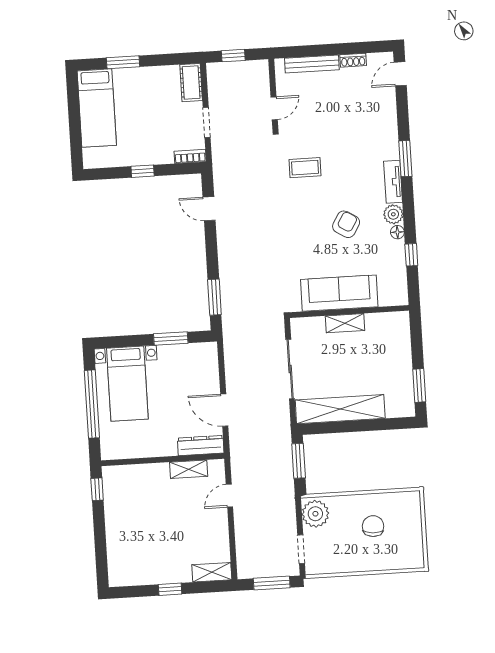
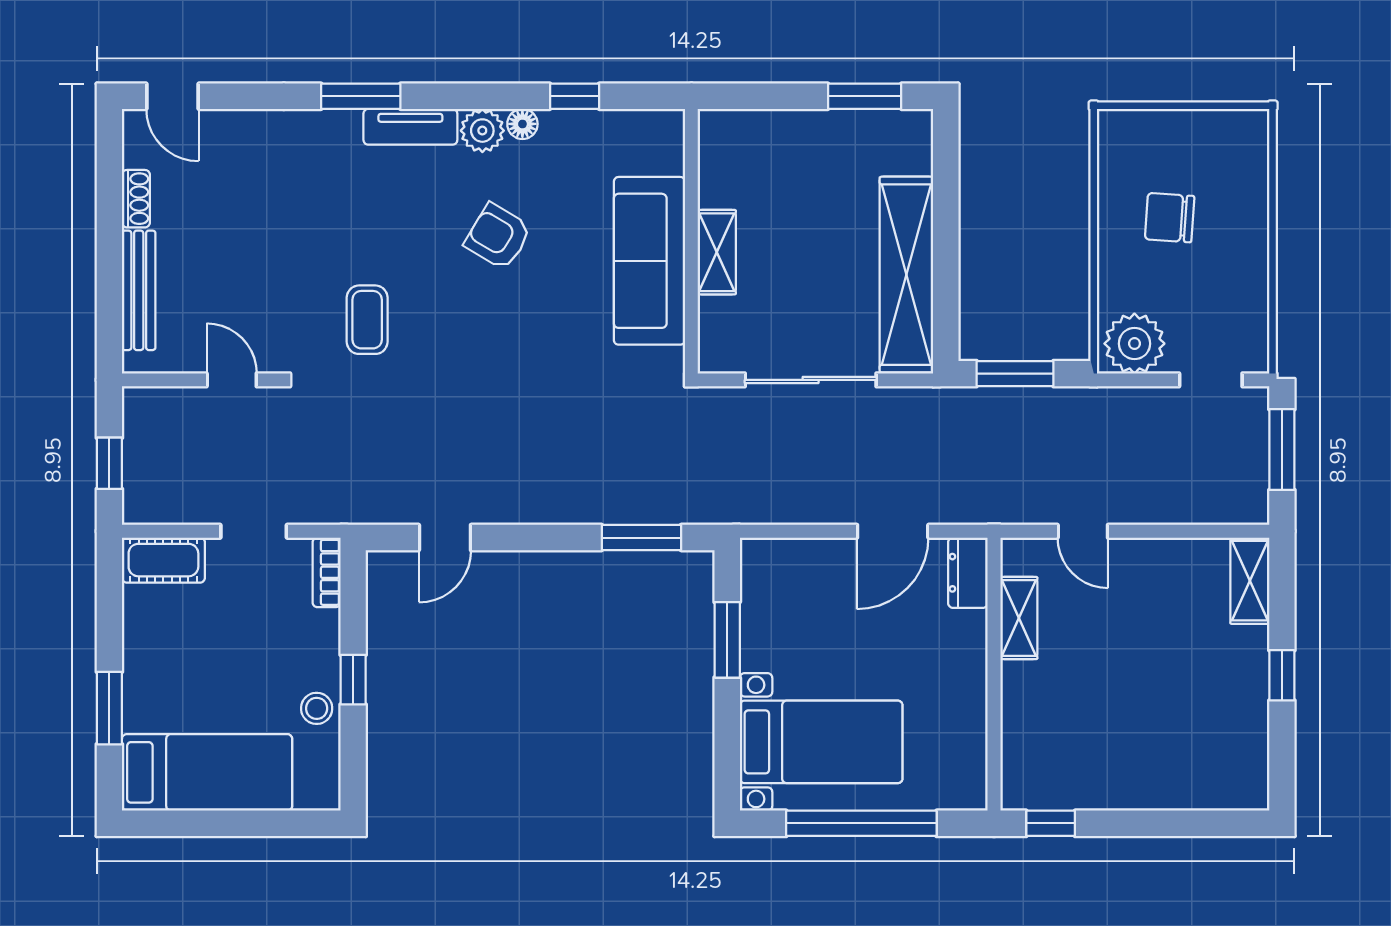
stool: (129, 156) -> (317, 708), added
dresser: (201, 445) -> (968, 573), width x0.70

